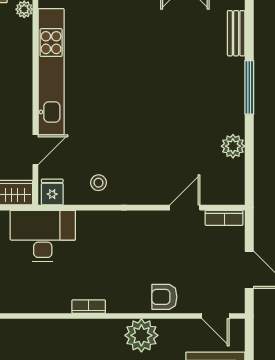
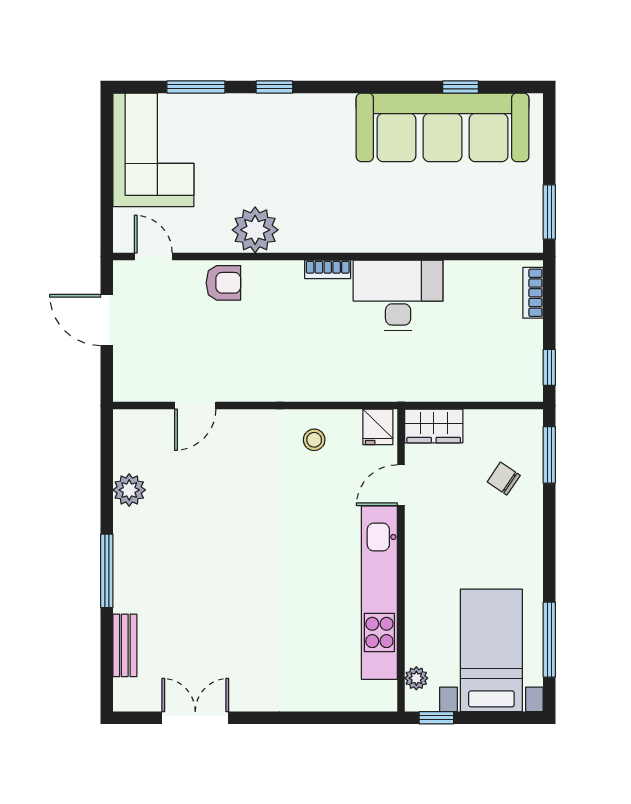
bookcase: (224, 218) -> (142, 391), removed
desk: (43, 236) -> (398, 295), moved, turned 180

